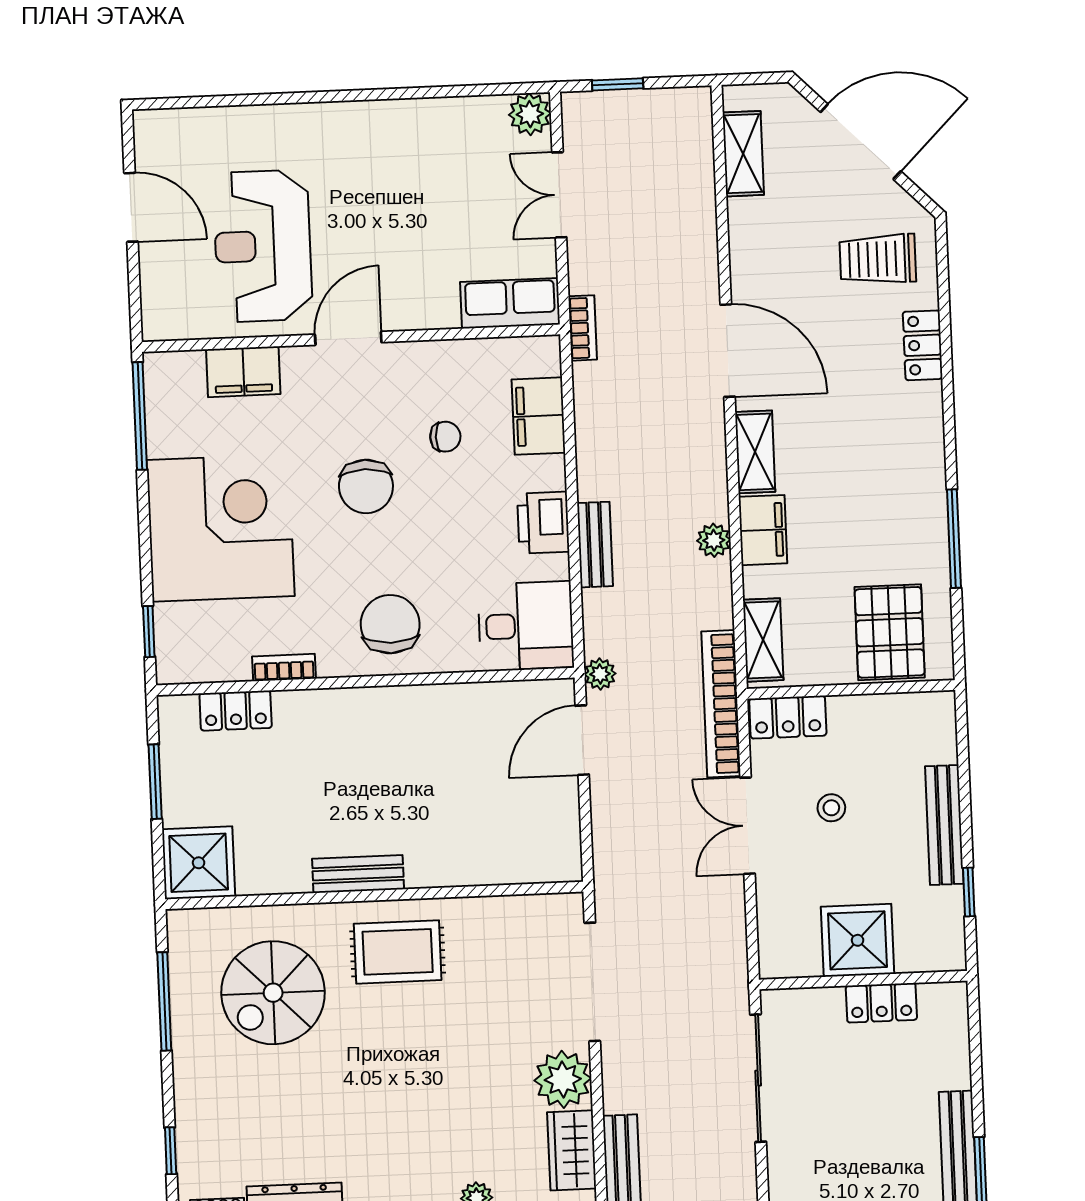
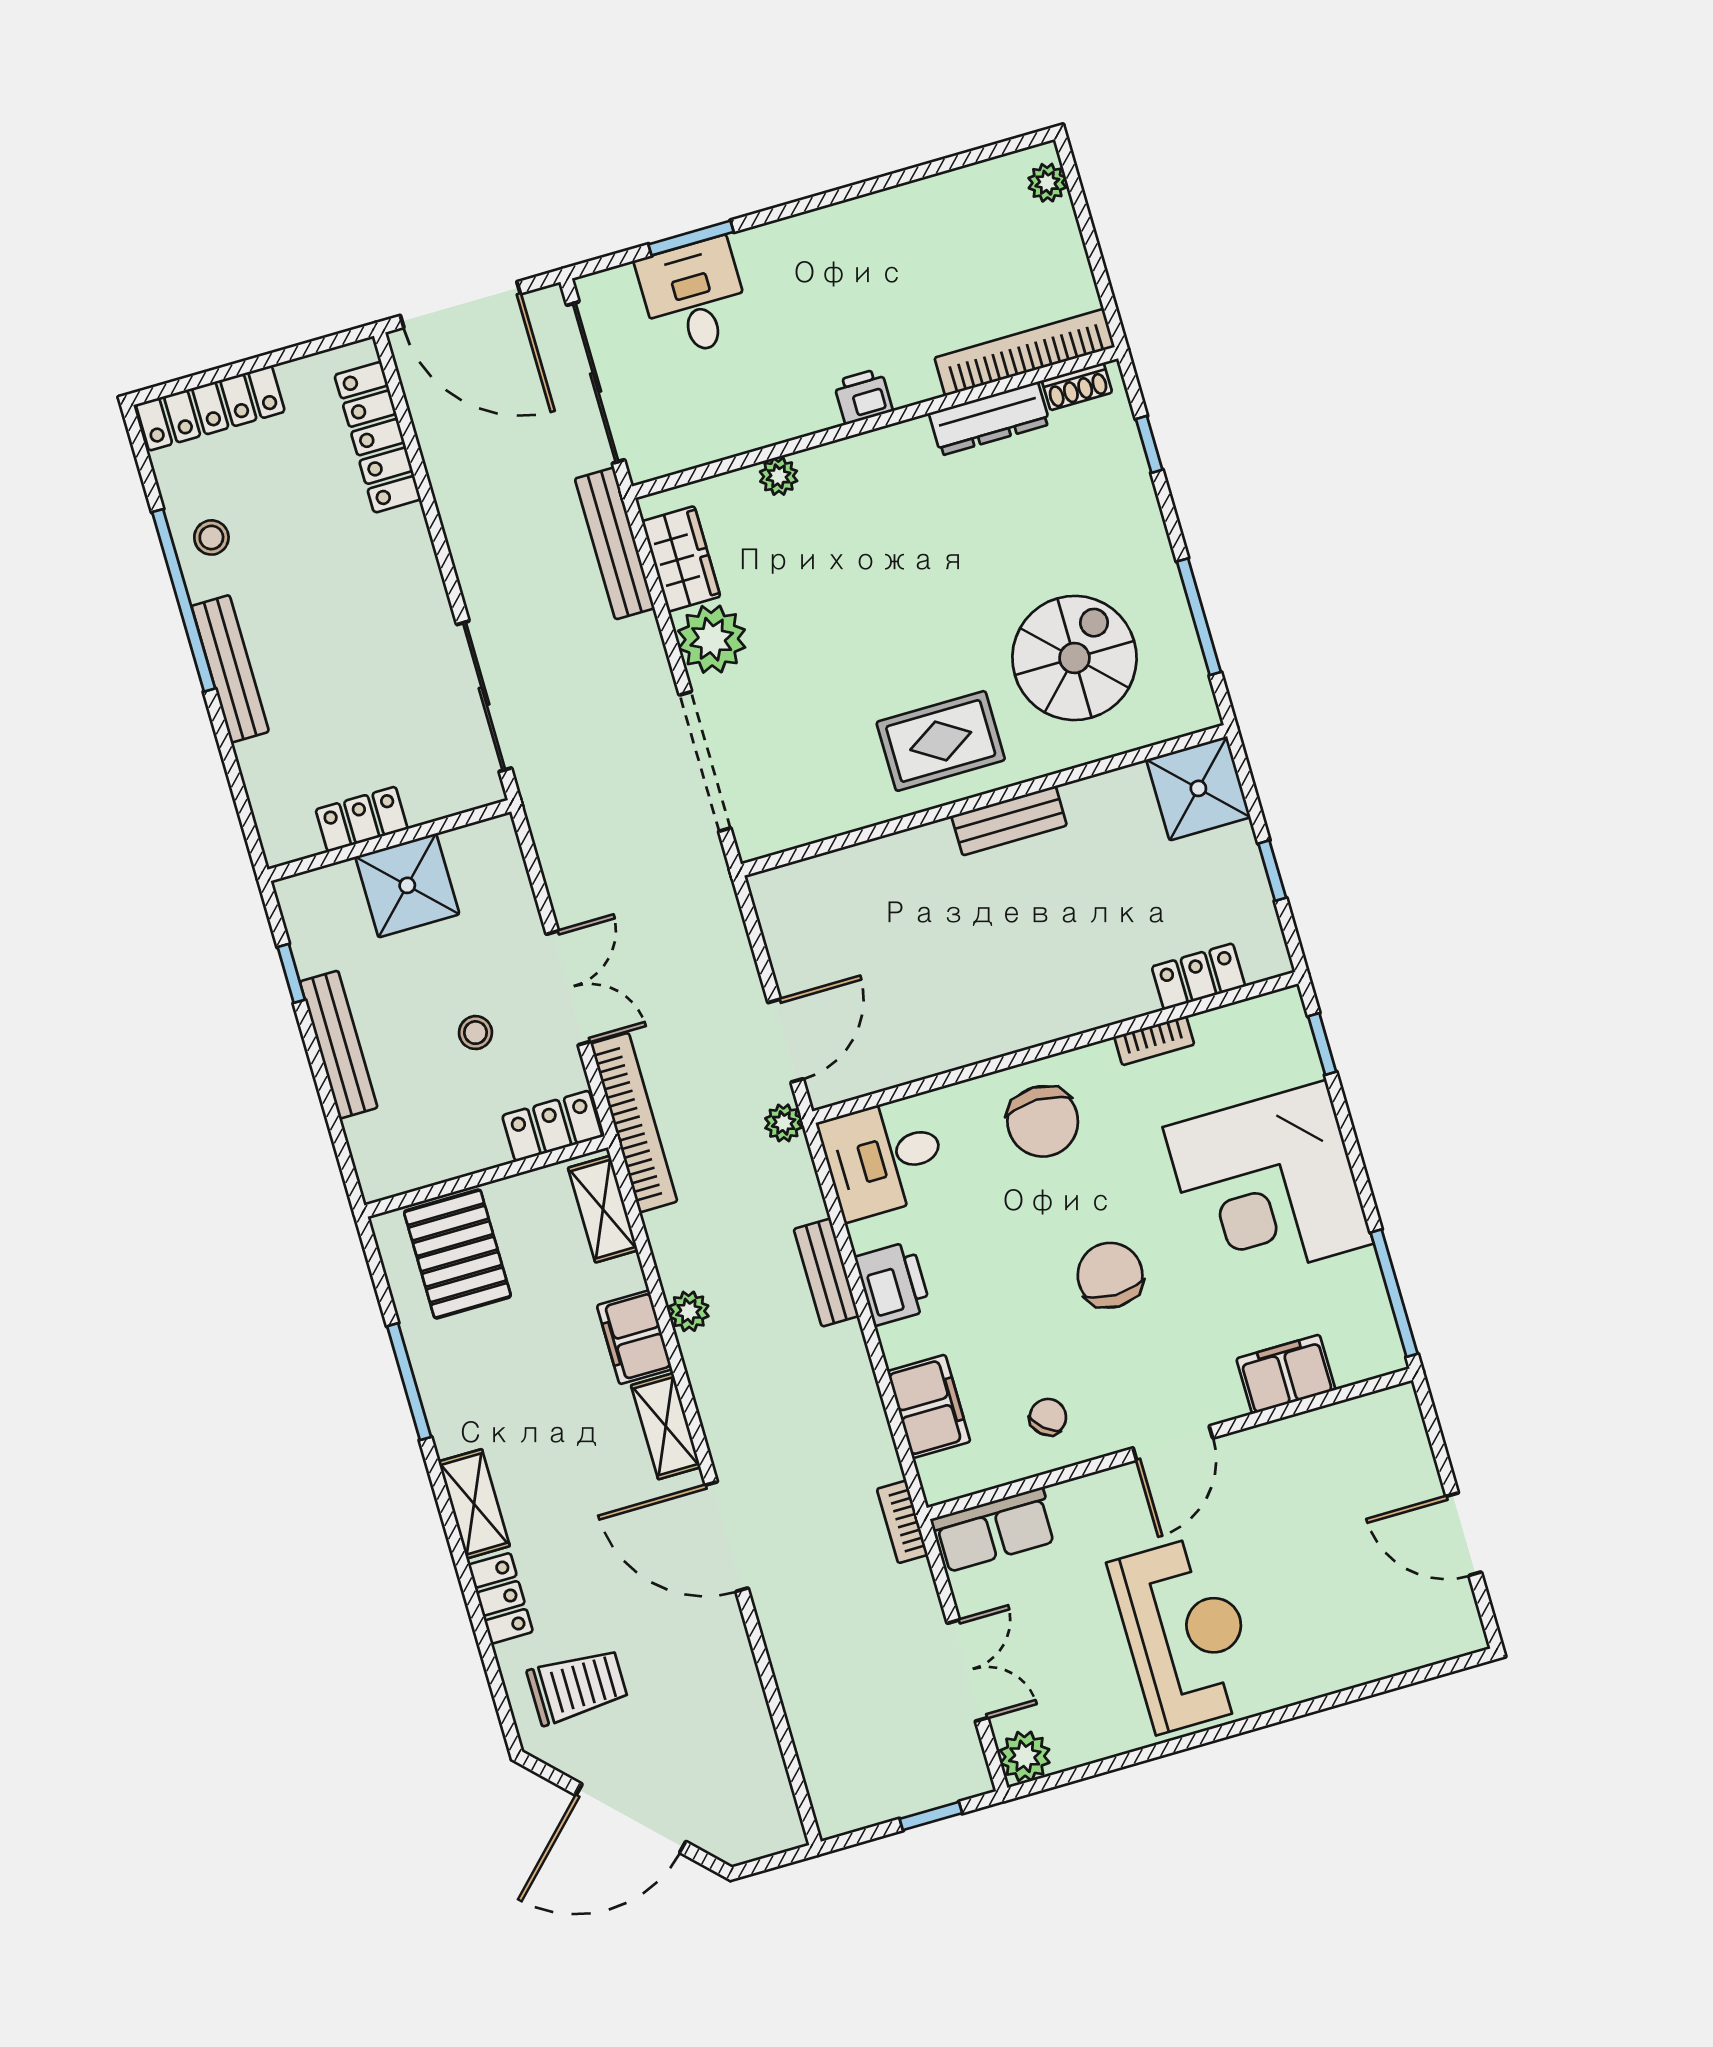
shelving: (743, 154) -> (474, 1504), moved
reception desk: (263, 246) -> (1185, 1633), moved
chair: (445, 437) -> (1048, 1417), moved, turned 131
window: (155, 782) -> (1272, 871), width x0.67

